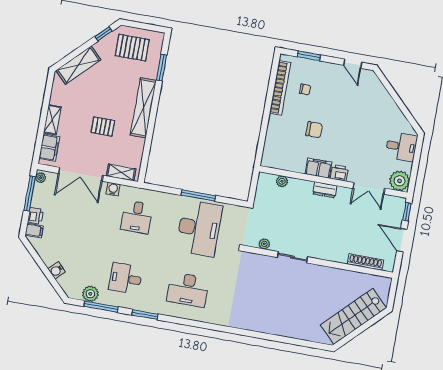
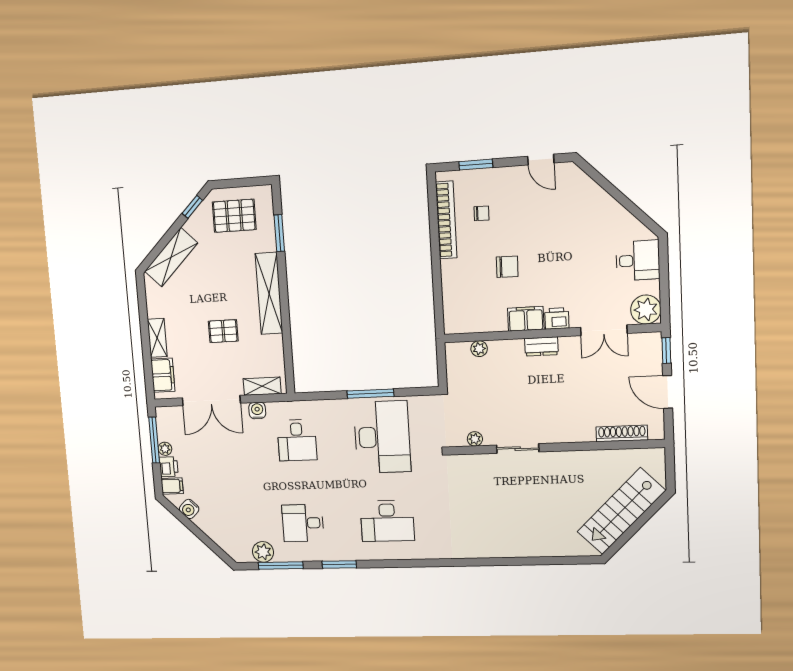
plant: (41, 178) -> (165, 449), moved
water cooler: (57, 270) -> (189, 509), moved

